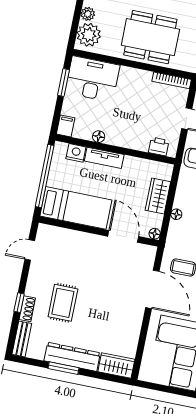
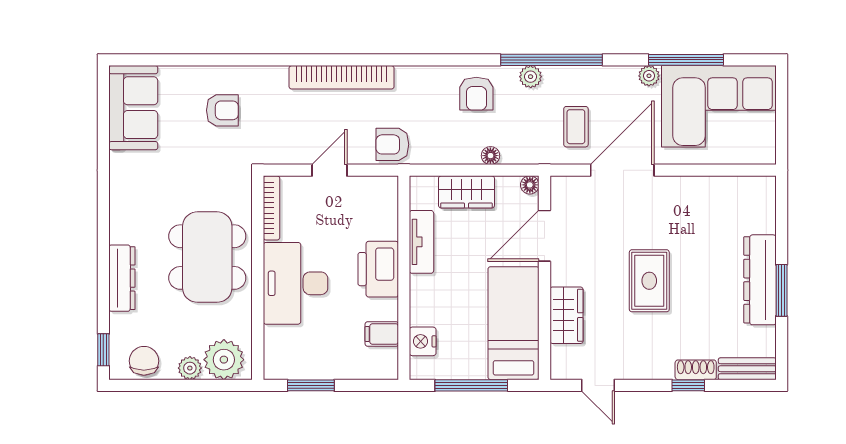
desk: (92, 79) -> (295, 283), moved
filing cabinet: (66, 126) -> (382, 334), moved
floor lamp: (99, 137) -> (388, 309), removed
printer: (159, 147) -> (378, 269), moved, width x1.87, depth x1.48
tv unit: (104, 158) -> (421, 242), moved
window: (45, 176) -> (471, 385), width x0.68
rug: (63, 303) -> (649, 281), moved, turned 90
wardrobe: (116, 365) -> (566, 315), moved, turned 180

